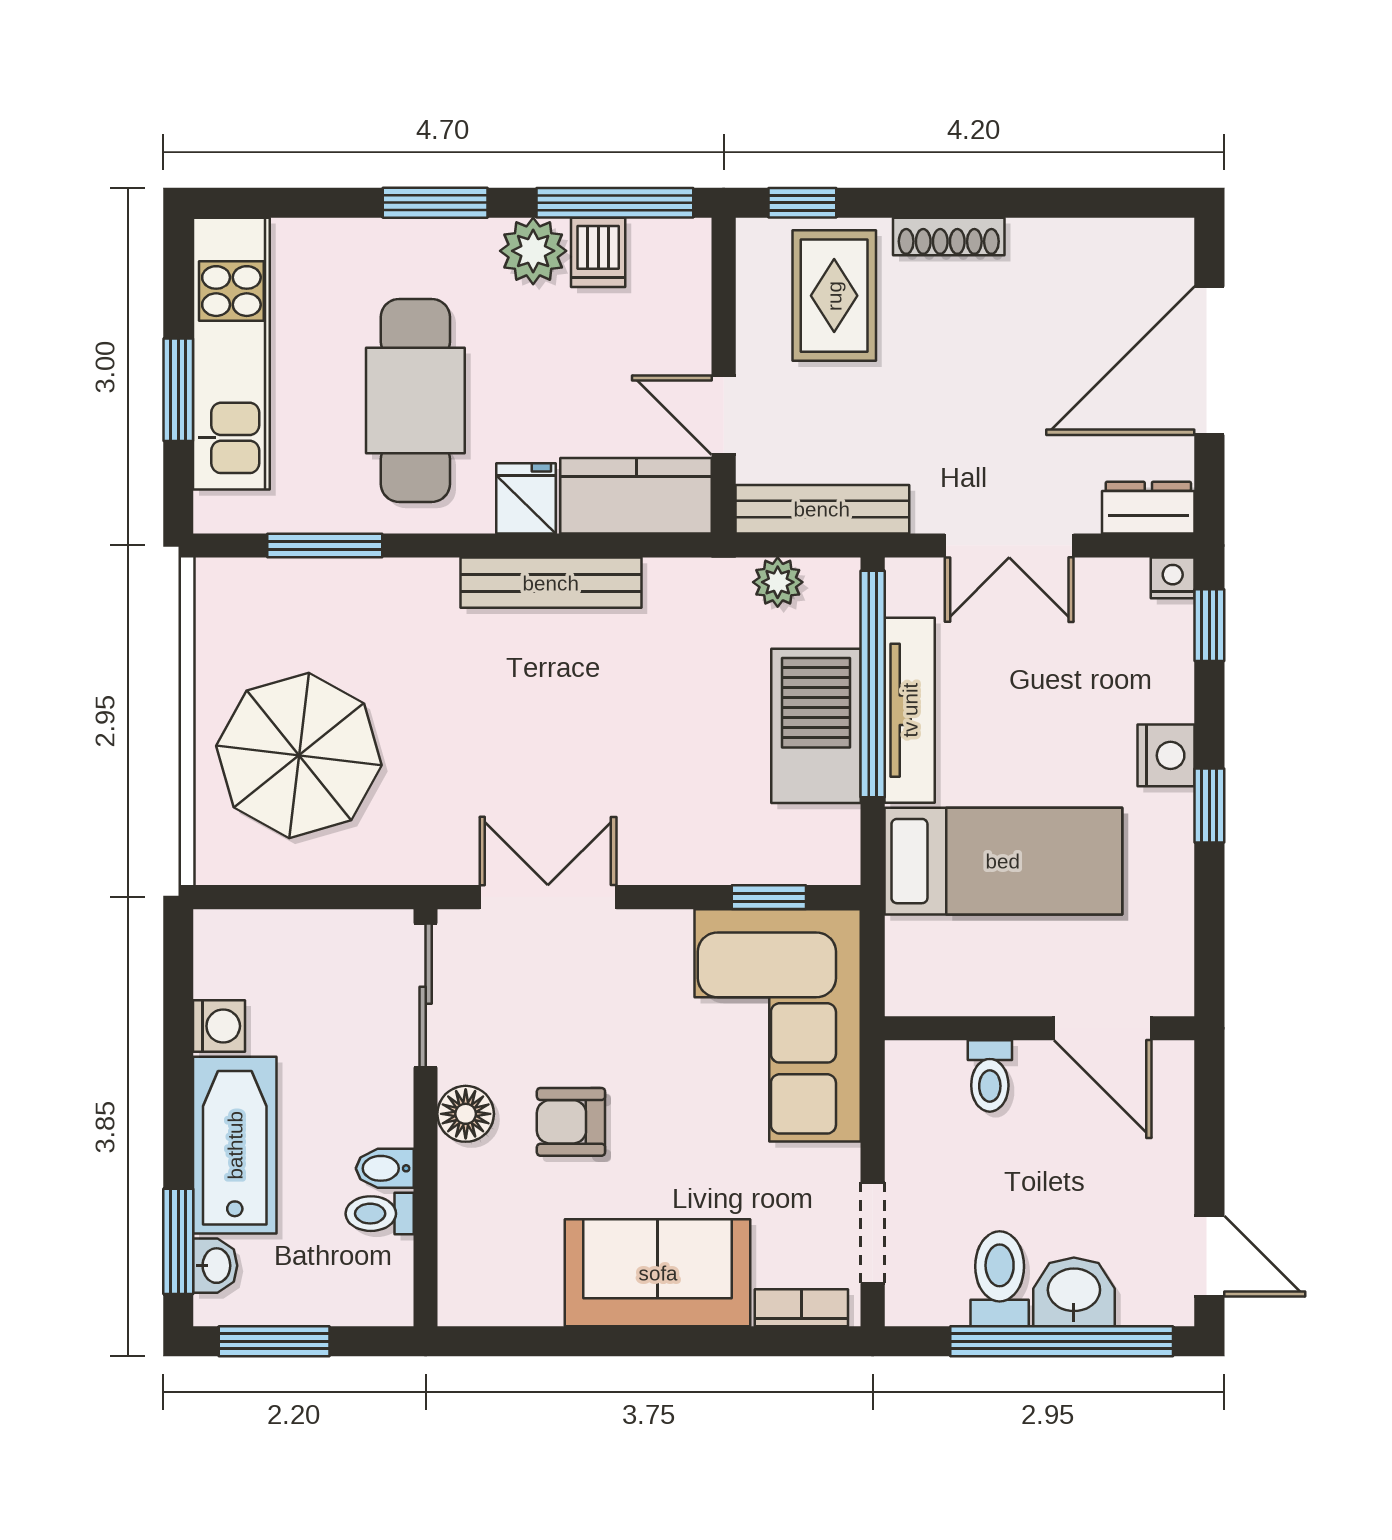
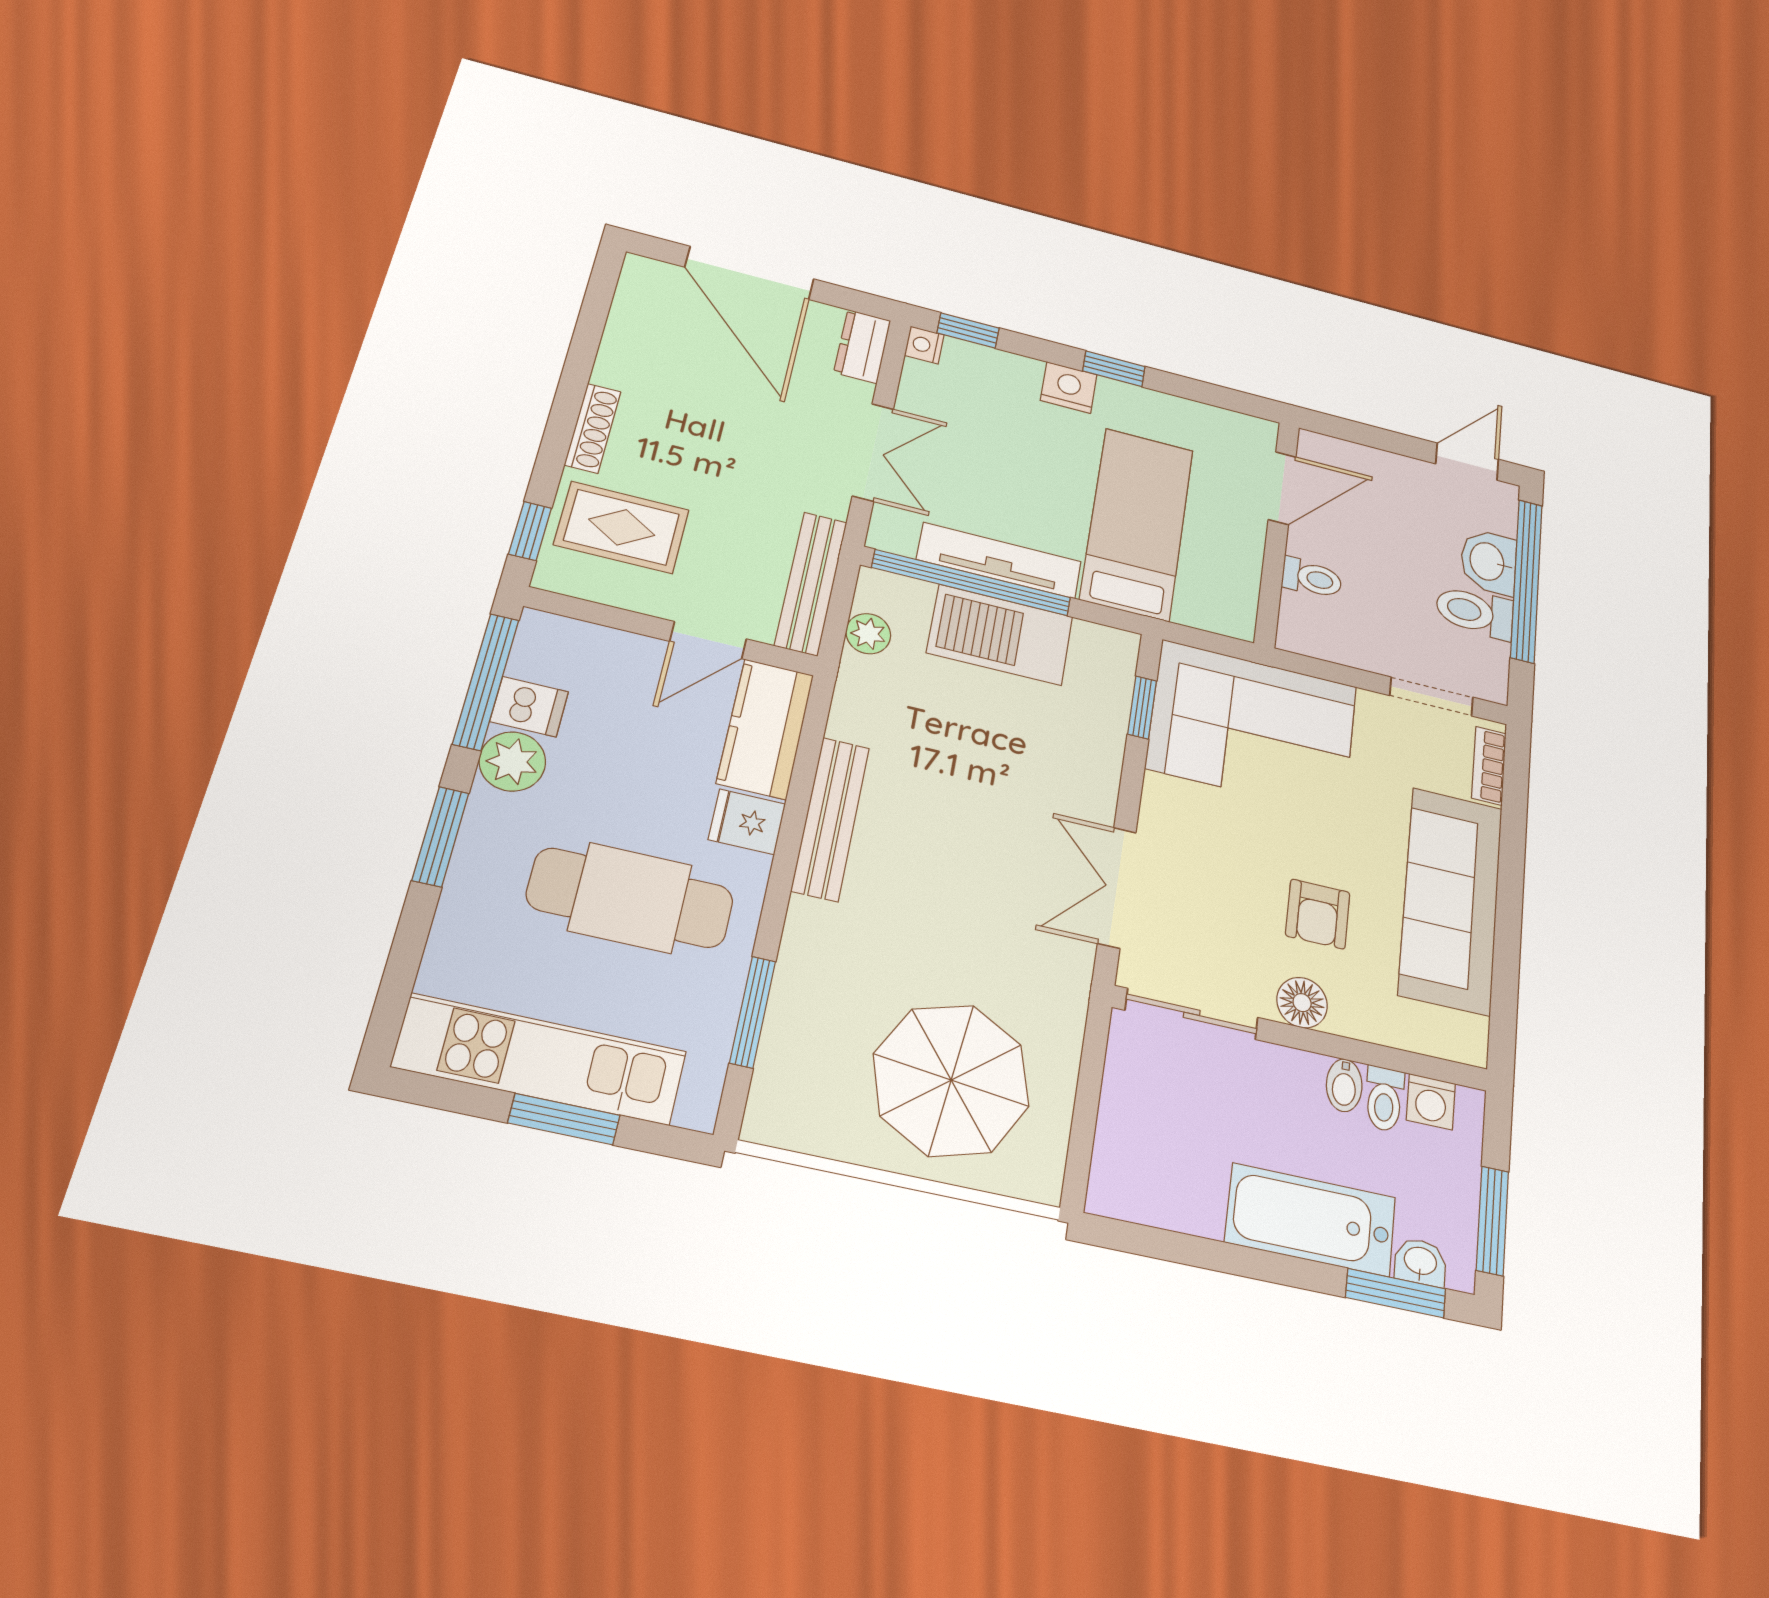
washing machine: (219, 1026) -> (1431, 1102), moved, turned 180
sofa: (658, 1273) -> (1451, 900), width x1.36

